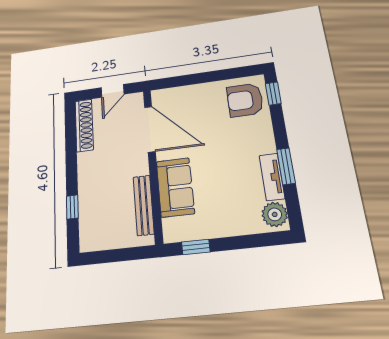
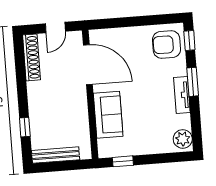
window: (286, 166) -> (193, 82), moved
tv unit: (272, 177) -> (182, 95), moved
bench: (144, 205) -> (56, 155), moved, turned 90

